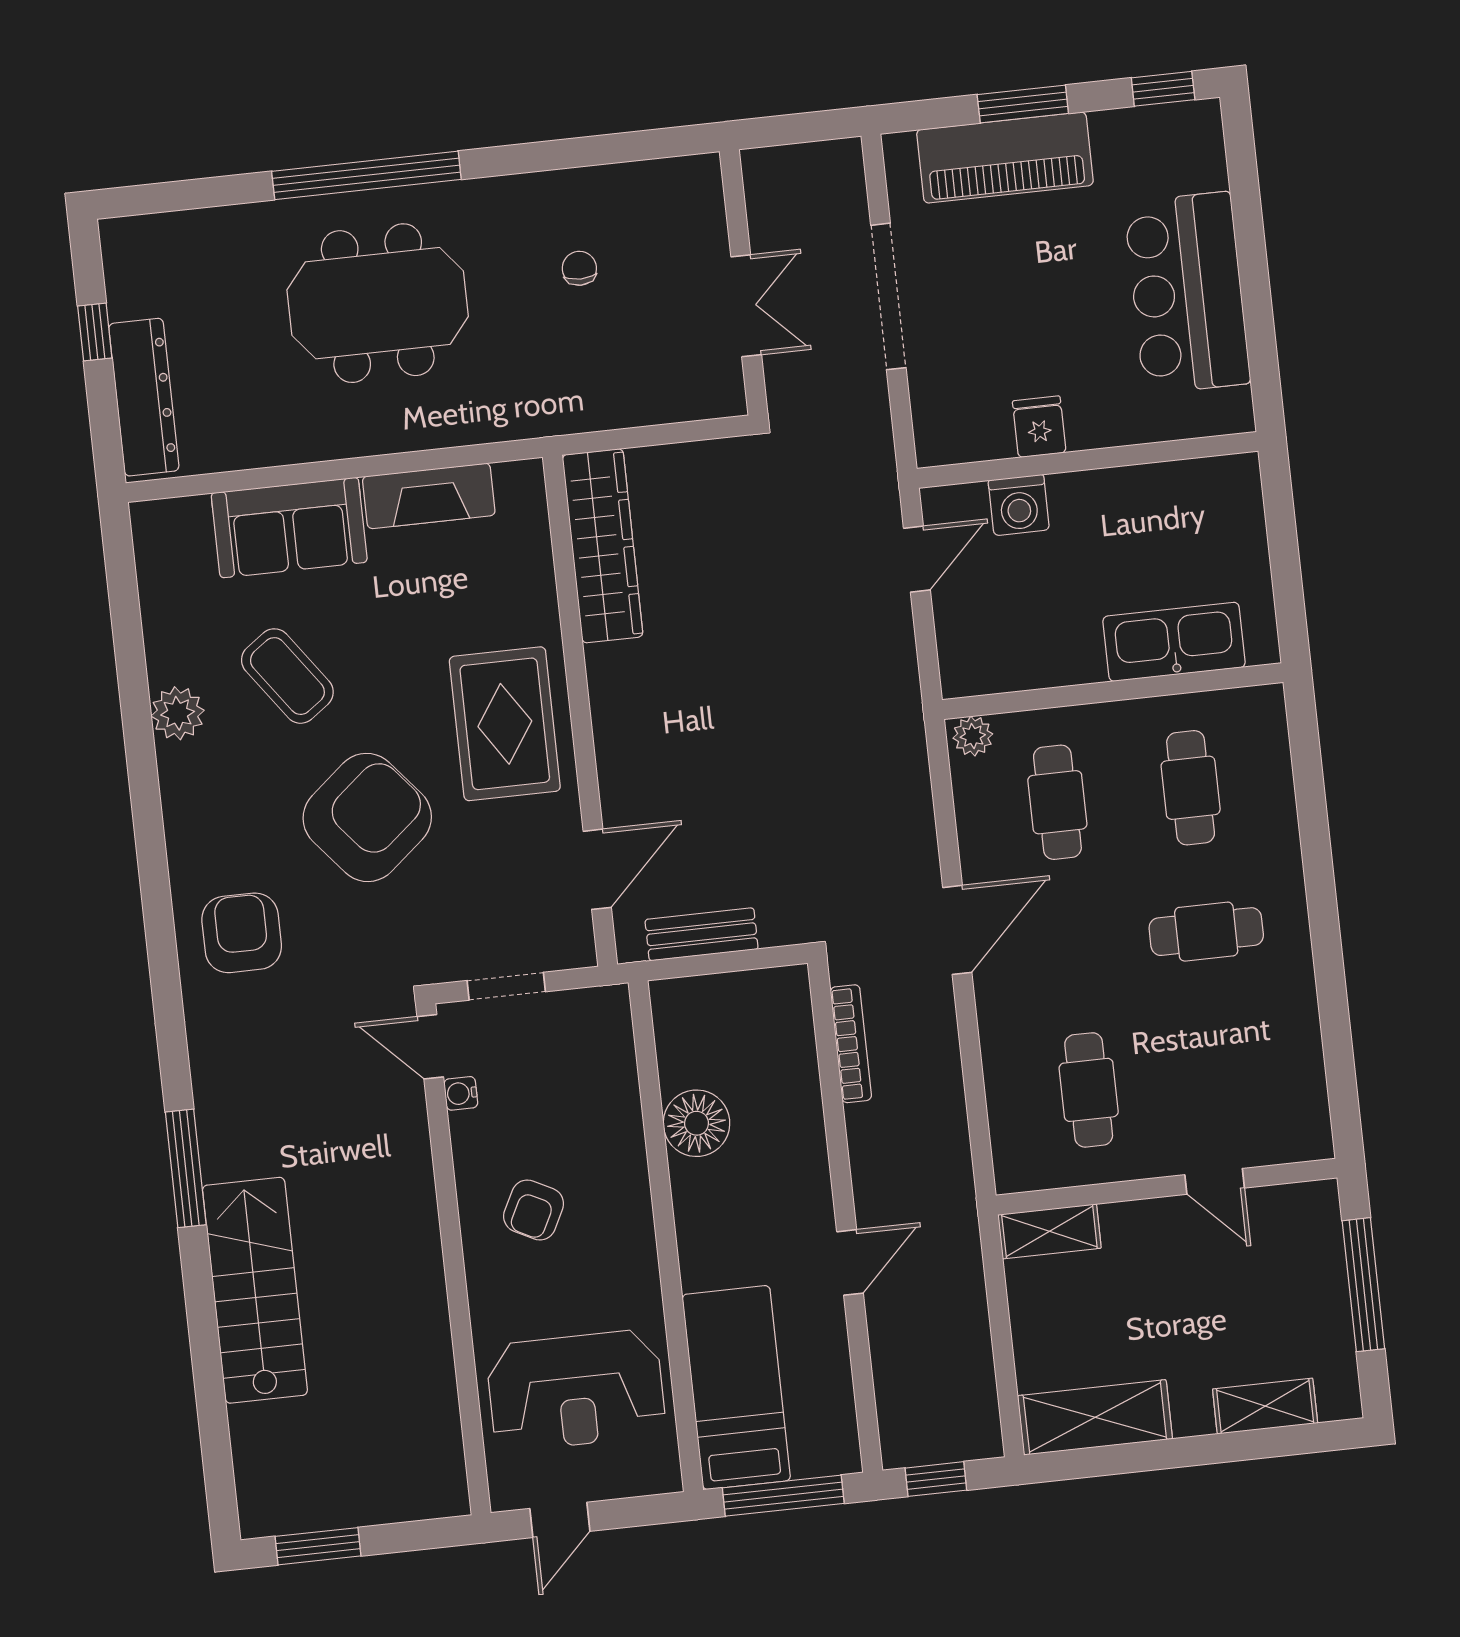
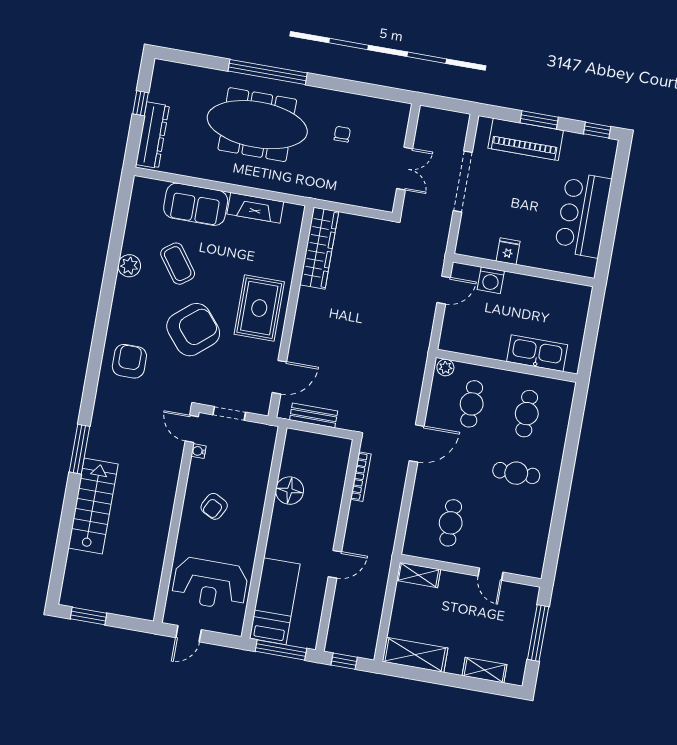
meeting table: (378, 303) -> (257, 125), width x1.36

